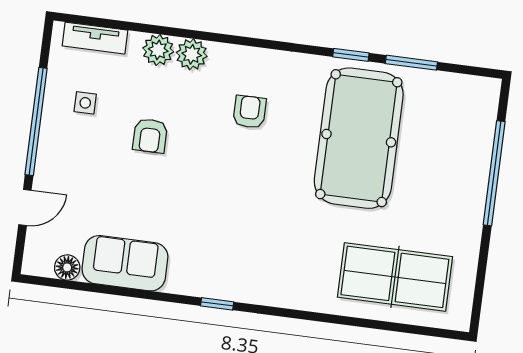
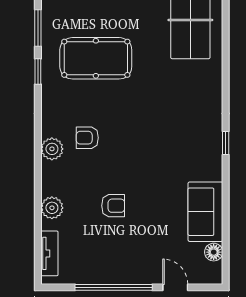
plant: (192, 54) -> (52, 149), moved
side table: (85, 103) -> (96, 254), removed
pool table: (359, 138) -> (96, 58), width x0.73, depth x0.76

